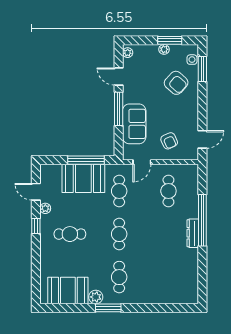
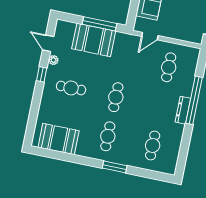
armchair: (169, 141) -> (179, 22), removed
cafe table: (119, 191) -> (153, 146), moved
plant: (96, 297) -> (83, 150), removed
window: (108, 308) -> (115, 167), moved

